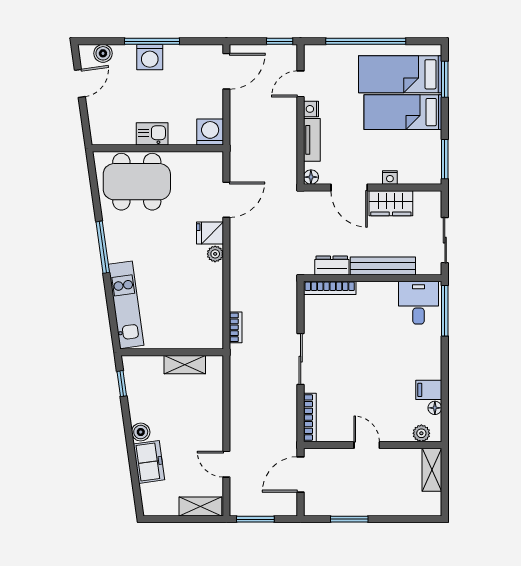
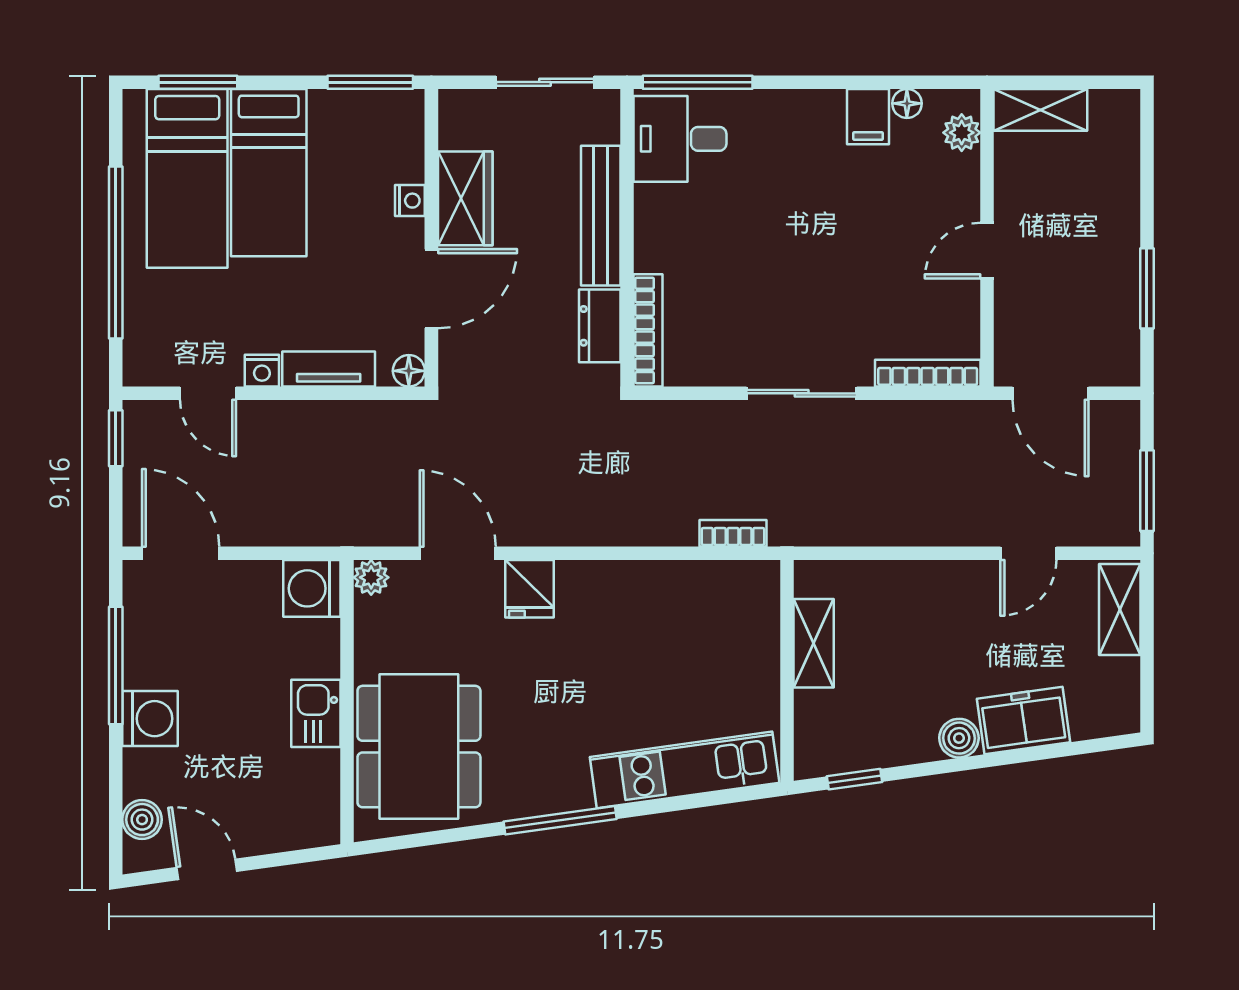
window: (152, 41) -> (116, 665), moved
plant: (215, 254) -> (371, 577), moved

